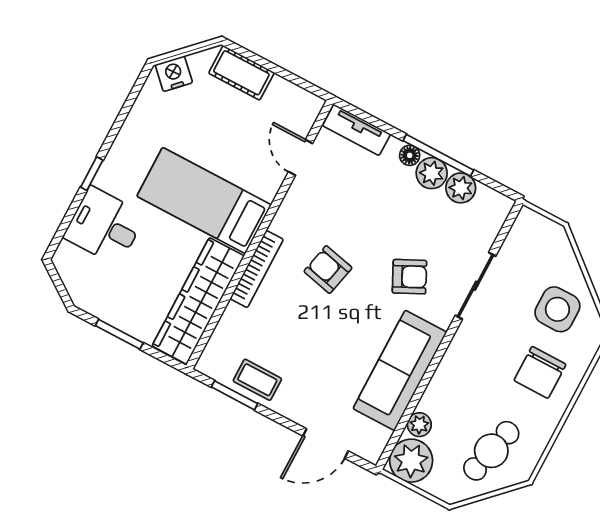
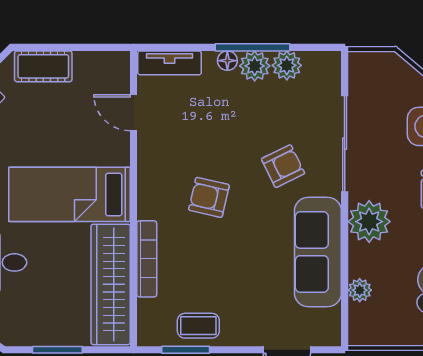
bookcase: (257, 269) -> (147, 259), moved
sliding door: (476, 286) -> (345, 144), width x1.37
plant: (411, 461) -> (369, 222), moved

